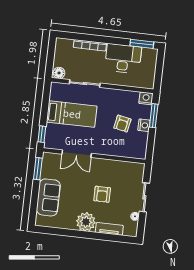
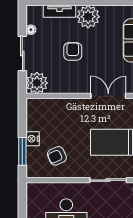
nightstand: (146, 98) -> (34, 171), removed
armchair: (122, 124) -> (57, 156), moved, turned -125
plant: (135, 171) -> (37, 83), added

